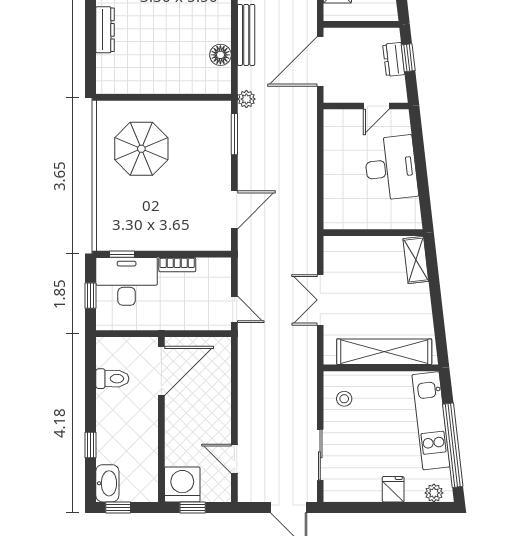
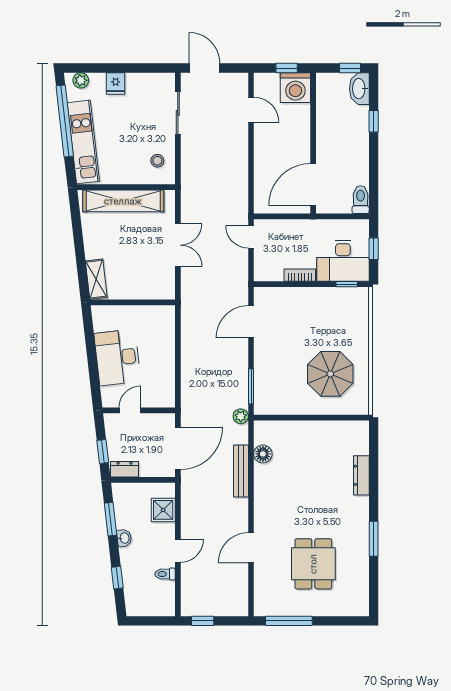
dresser: (394, 59) -> (125, 469), moved, turned -83
toilet: (112, 379) -> (361, 200), moved, turned 90

